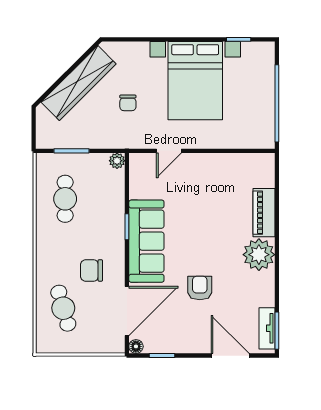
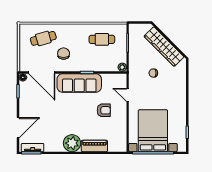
bed with nightstands: (195, 81) -> (153, 131), moved, turned 90
armchair: (200, 288) -> (104, 110), moved

